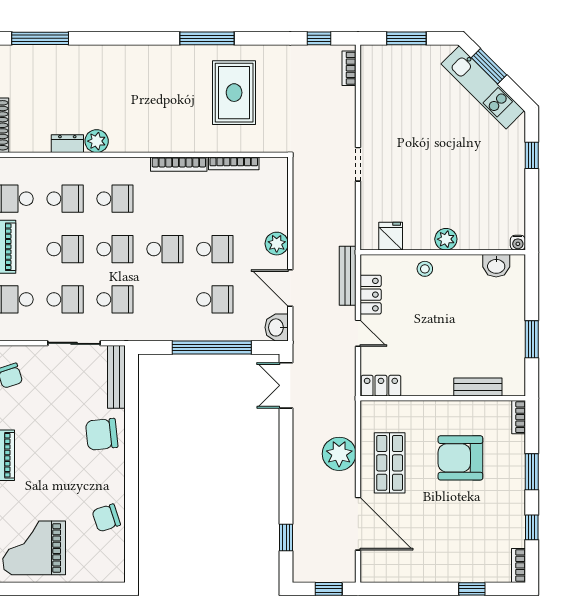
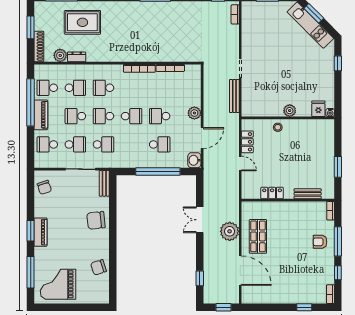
rug: (234, 93) -> (82, 22), moved, turned 90
plant: (97, 141) -> (60, 55), moved
school desk: (115, 199) -> (103, 88), turned 180
fridge: (391, 236) -> (318, 109), moved
school desk: (65, 249) -> (75, 116), turned 180
school desk: (115, 249) -> (103, 116), turned 180
school desk: (215, 249) -> (160, 116), turned 180
washbasin: (496, 266) -> (318, 125), removed
bench: (348, 276) -> (234, 96), moved
door: (290, 288) -> (202, 138), swing flipped
bench: (116, 377) -> (104, 183), width x0.73
double door: (286, 385) -> (200, 220), moved
locker: (381, 386) -> (272, 193), moved
armchair: (460, 458) -> (320, 242), moved, width x0.53, depth x0.53
window: (532, 472) -> (338, 241), width x1.44

